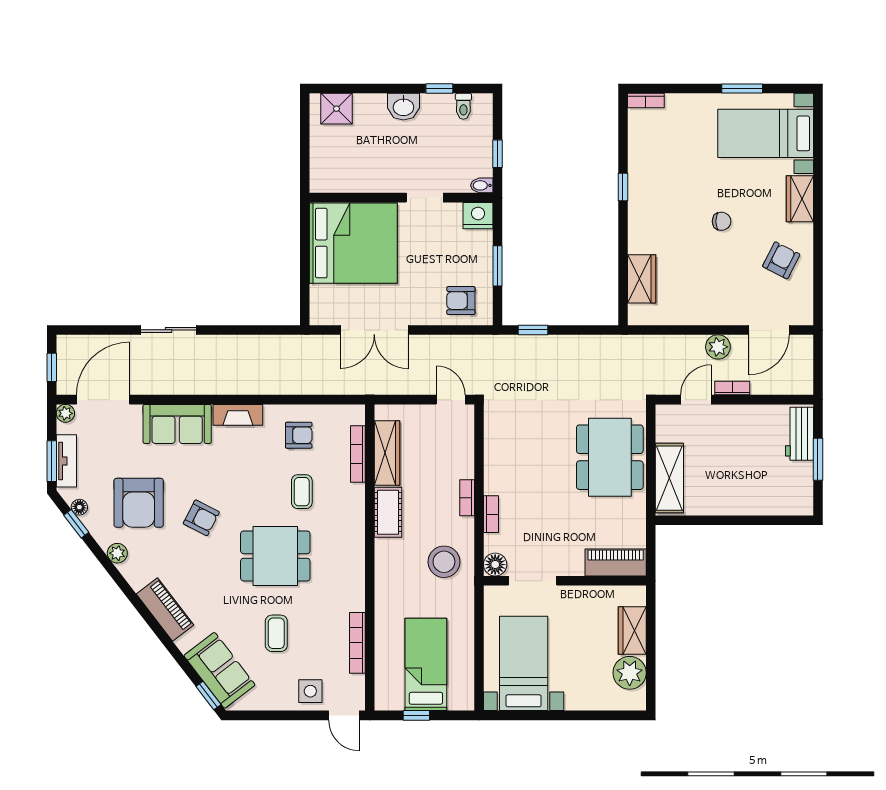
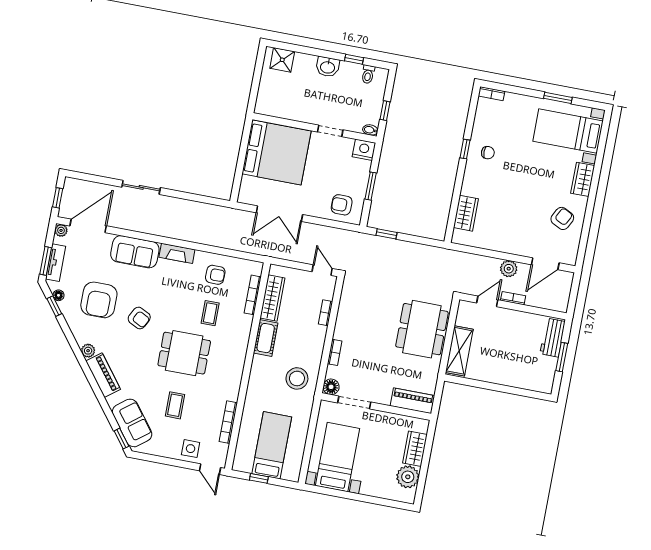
chair: (722, 221) -> (488, 153), moved
bookcase: (467, 498) -> (325, 313), moved
plant: (117, 553) -> (88, 351), moved

